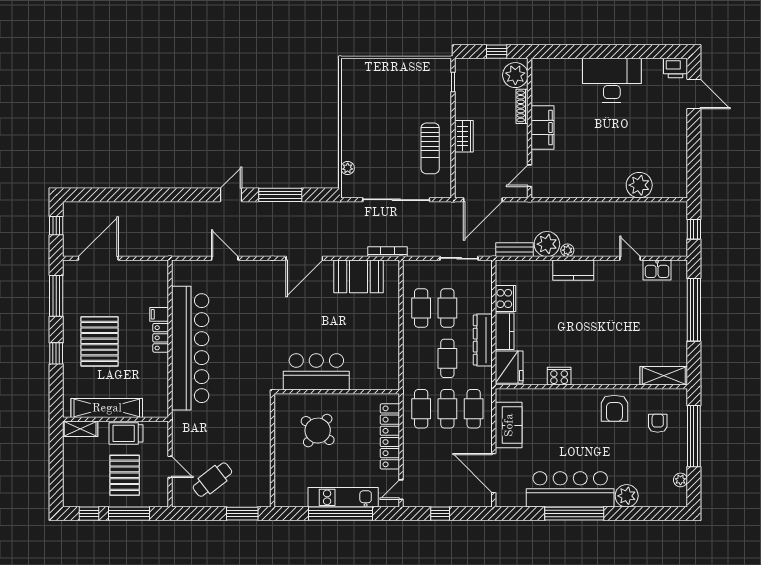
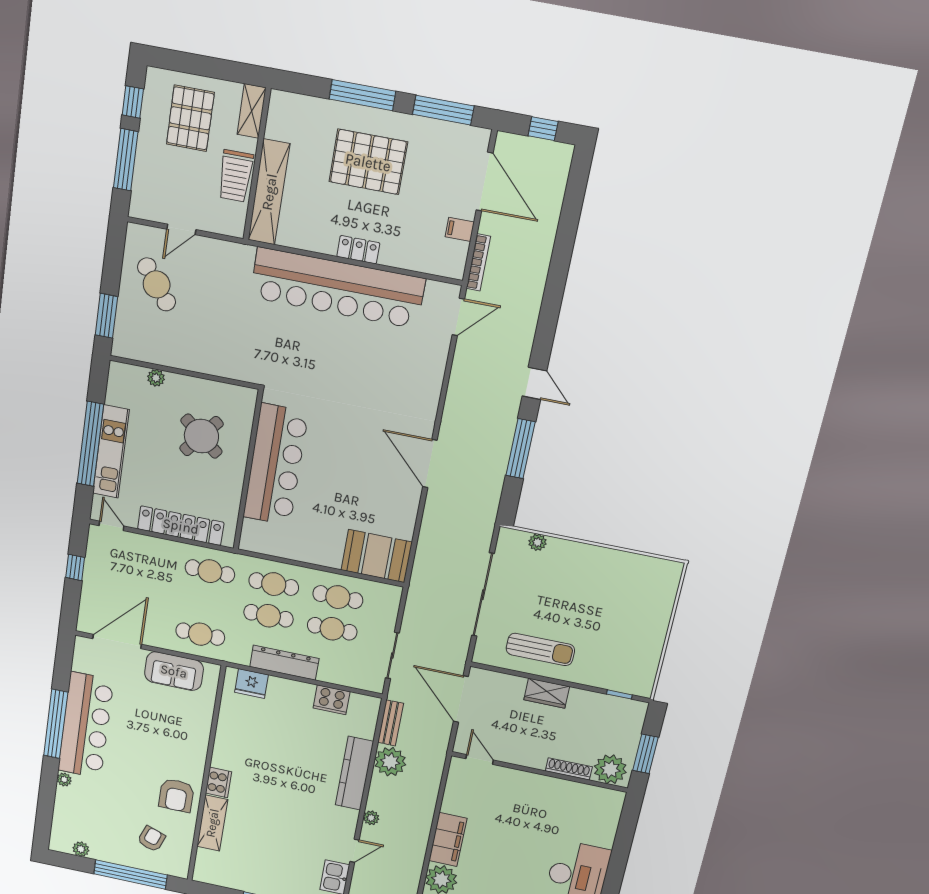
window: (497, 52) -> (645, 754), width x1.50
filing cabinet: (543, 128) -> (448, 840), moved, turned -90
sun lounger: (430, 148) -> (540, 649), turned 180
plant: (567, 250) -> (371, 818), moved
bookcase: (387, 252) -> (478, 262), moved
door: (225, 258) -> (458, 317), moved
kitchen counter: (573, 270) -> (354, 773), width x1.50
booth: (359, 276) -> (377, 556), moved, turned 90
filing cabinet: (159, 314) -> (460, 229), moved, turned -90
kitchen counter: (505, 331) -> (291, 690), removed
window: (56, 353) -> (362, 95), width x2.17
fridge: (509, 367) -> (251, 684), width x0.73, depth x0.75
bar counter: (316, 372) -> (276, 465), width x1.36
cooker: (559, 376) -> (218, 782), moved
shelving: (664, 376) -> (212, 823), moved
shelving: (107, 408) -> (269, 192), moved
armchair: (614, 408) -> (176, 795), turned -90
cafe table: (447, 409) -> (274, 584), moved
armchair: (658, 423) -> (151, 839), turned -70
trolley: (126, 433) -> (236, 176), turned 180
plant: (281, 471) -> (156, 378), added
pallet: (125, 475) -> (190, 118), moved, turned 90
plant: (627, 496) -> (64, 780), width x0.53, depth x0.53

